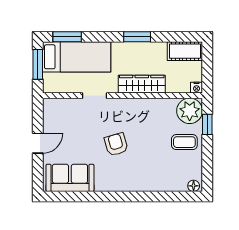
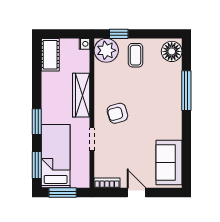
window: (137, 37) -> (37, 122), moved
bookcase: (48, 112) -> (107, 183), added
armchair: (116, 144) -> (117, 113), moved
floor lamp: (194, 186) -> (172, 51), width x1.89, depth x1.89
window: (147, 196) -> (186, 91), added

